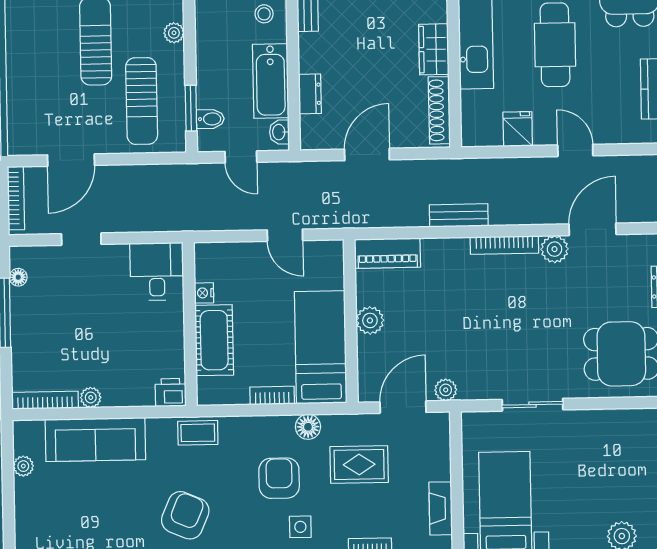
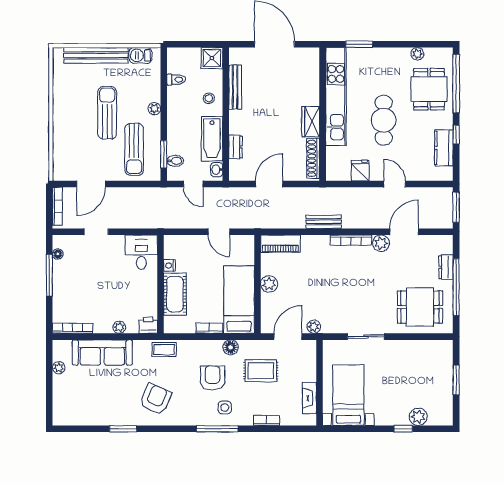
plant: (91, 397) -> (119, 327), moved

